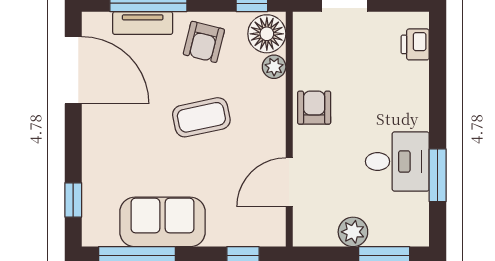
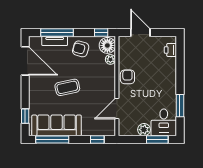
armchair: (204, 42) -> (81, 49), turned 92
coffee table: (201, 117) -> (67, 87), moved
desk: (397, 161) -> (164, 122), moved, turned 90
sofa: (162, 222) -> (57, 125), width x1.36

